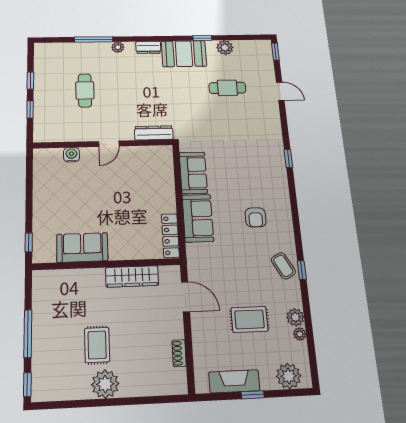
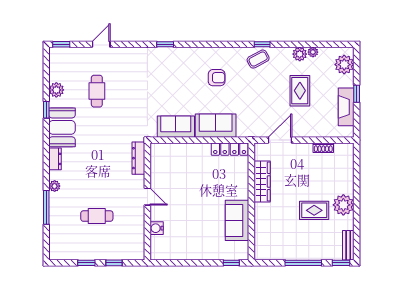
bench: (51, 393) -> (348, 245), added

